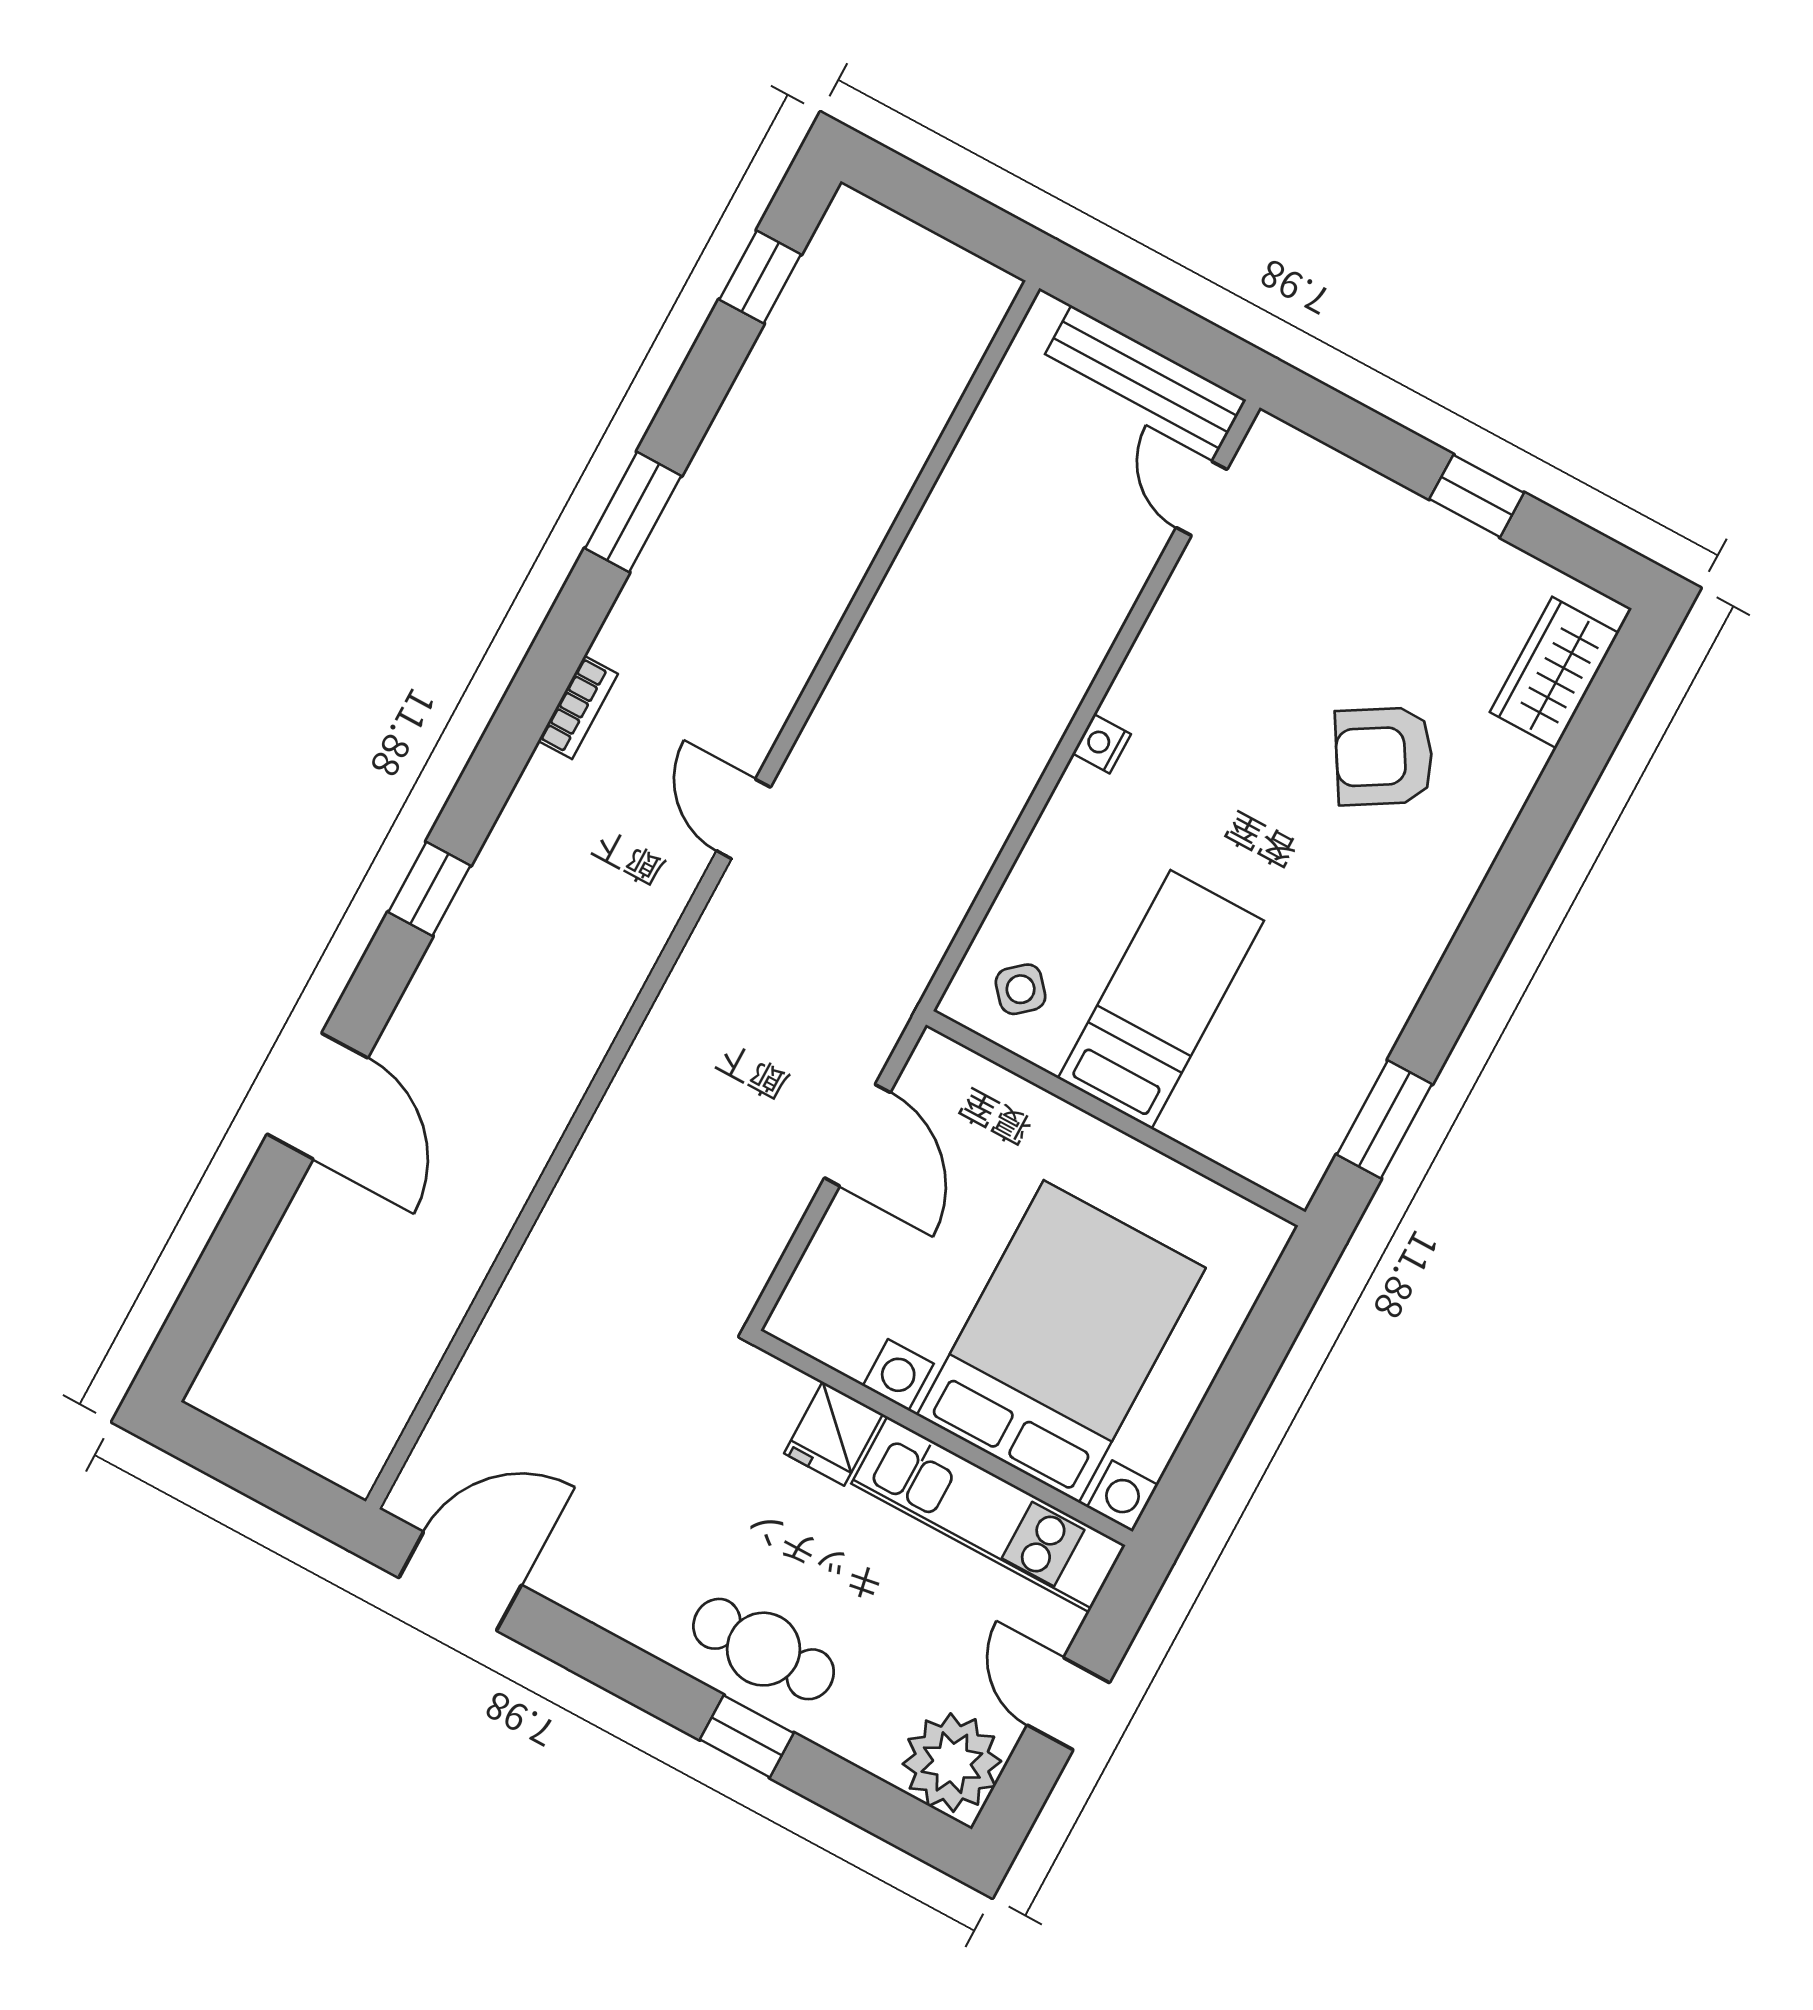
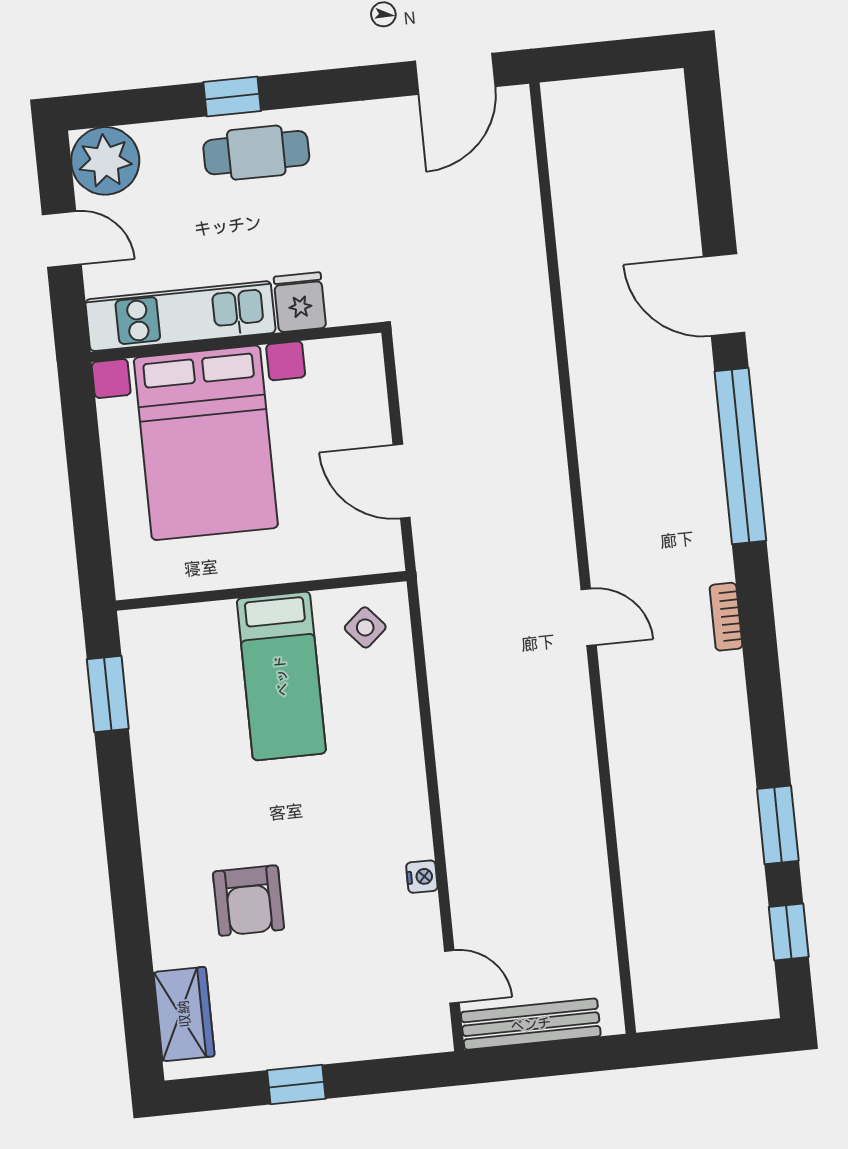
window: (633, 512) -> (778, 825), moved
nightstand: (1102, 744) -> (422, 877), moved
armchair: (1384, 756) -> (249, 901), turned 121
window: (429, 889) -> (740, 456), width x3.17

